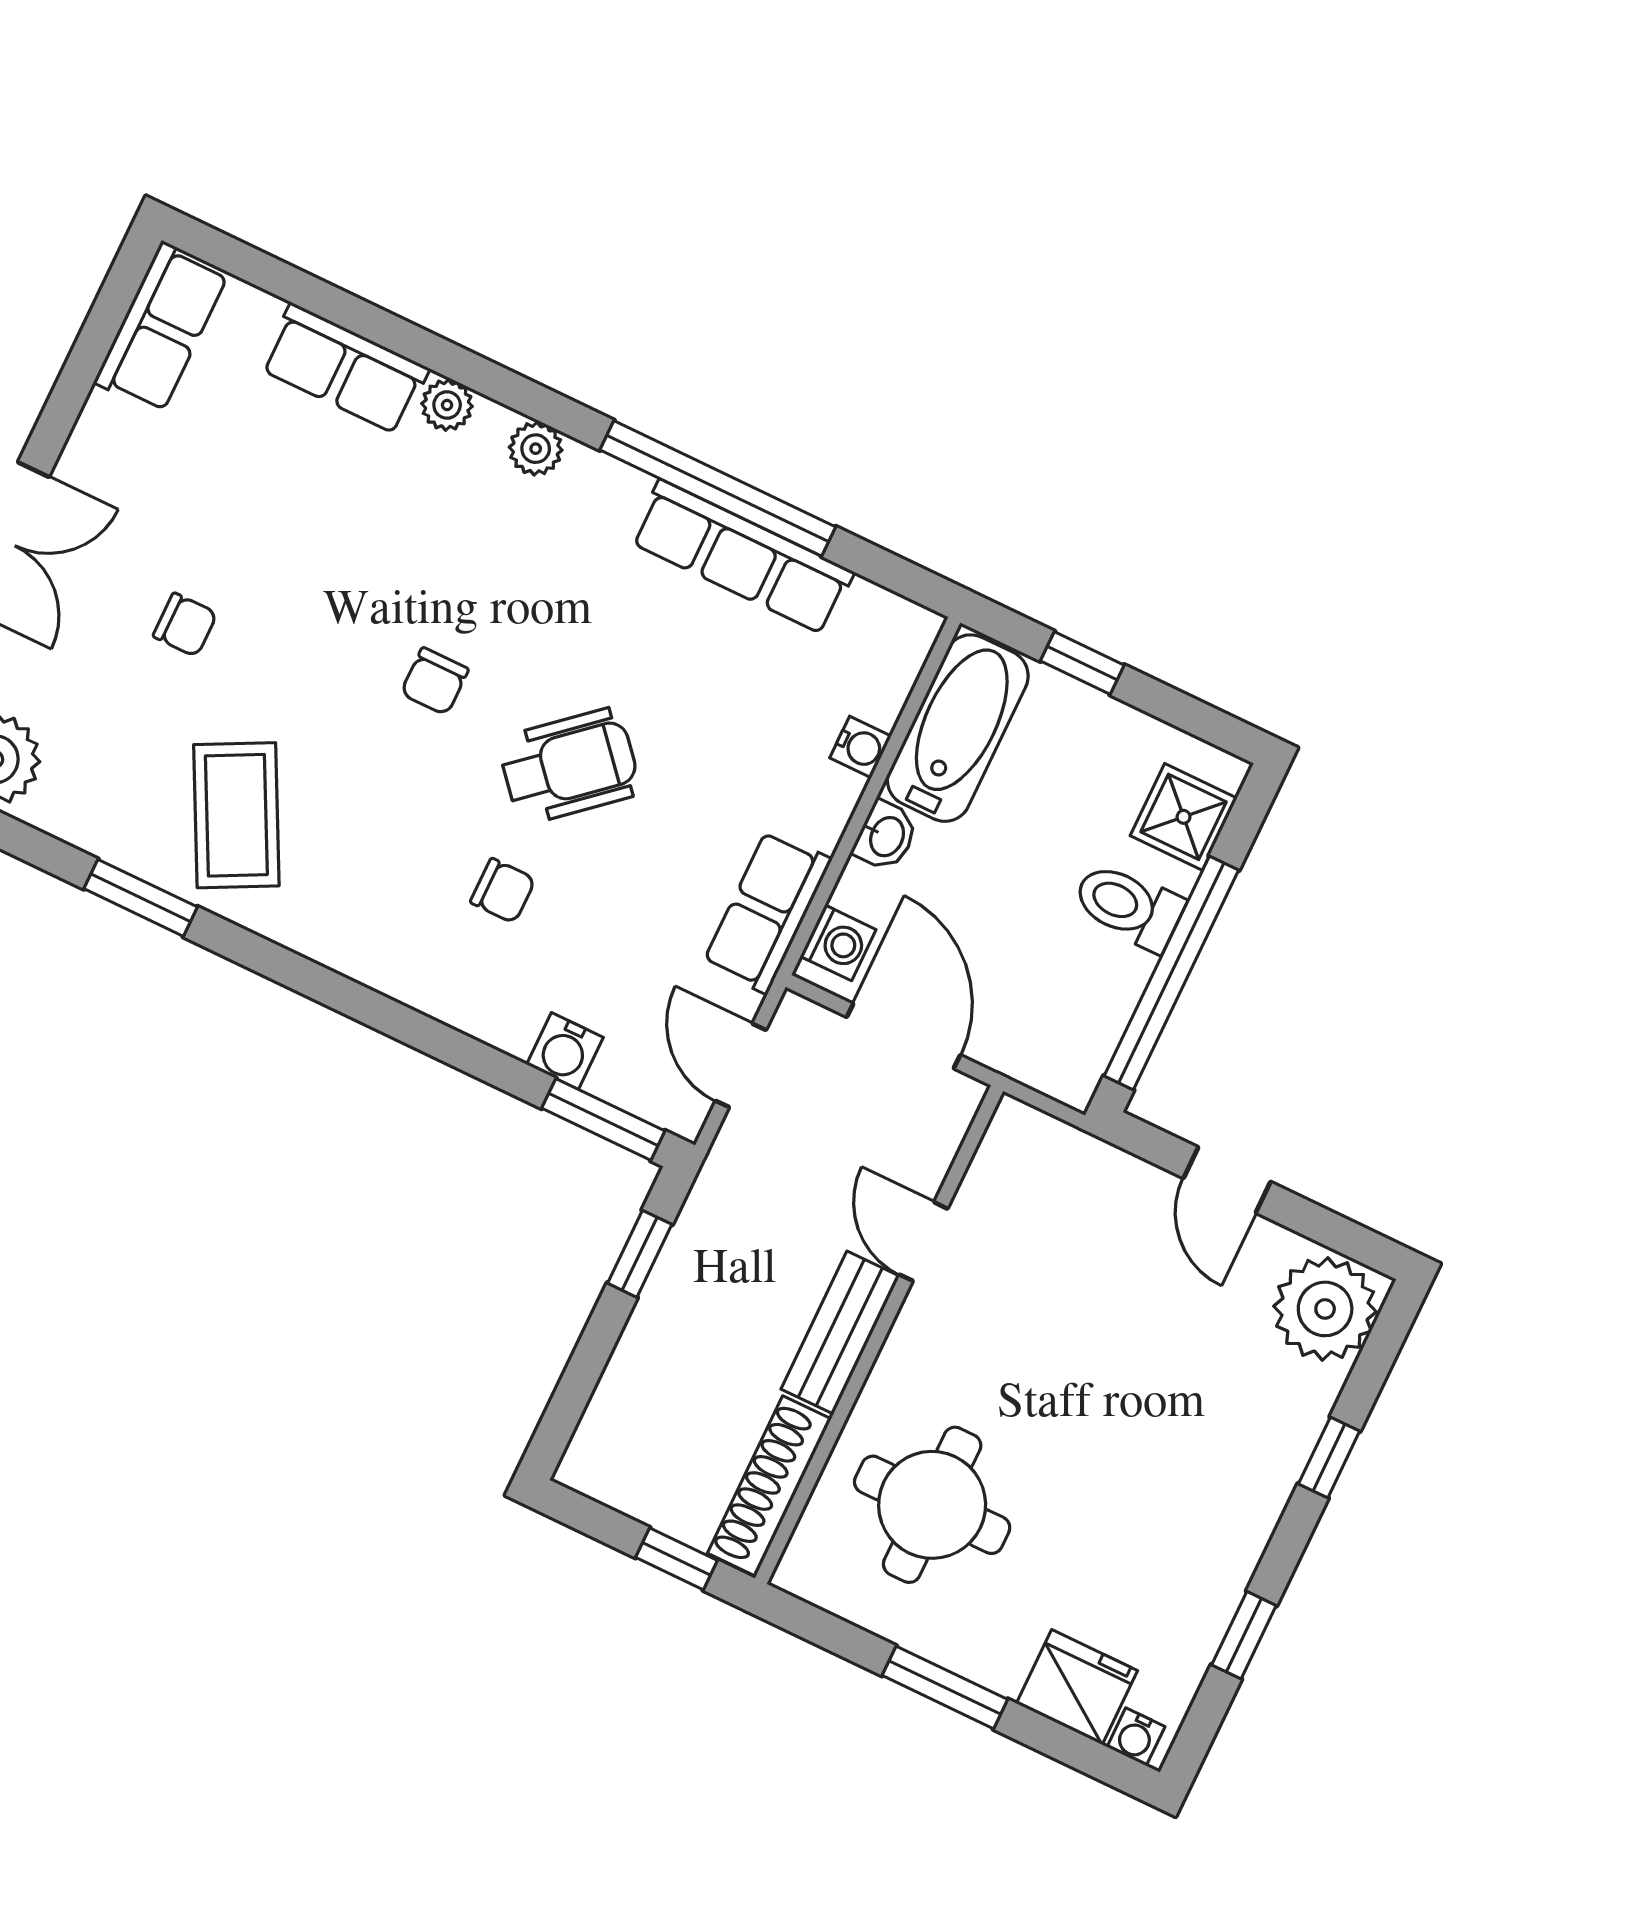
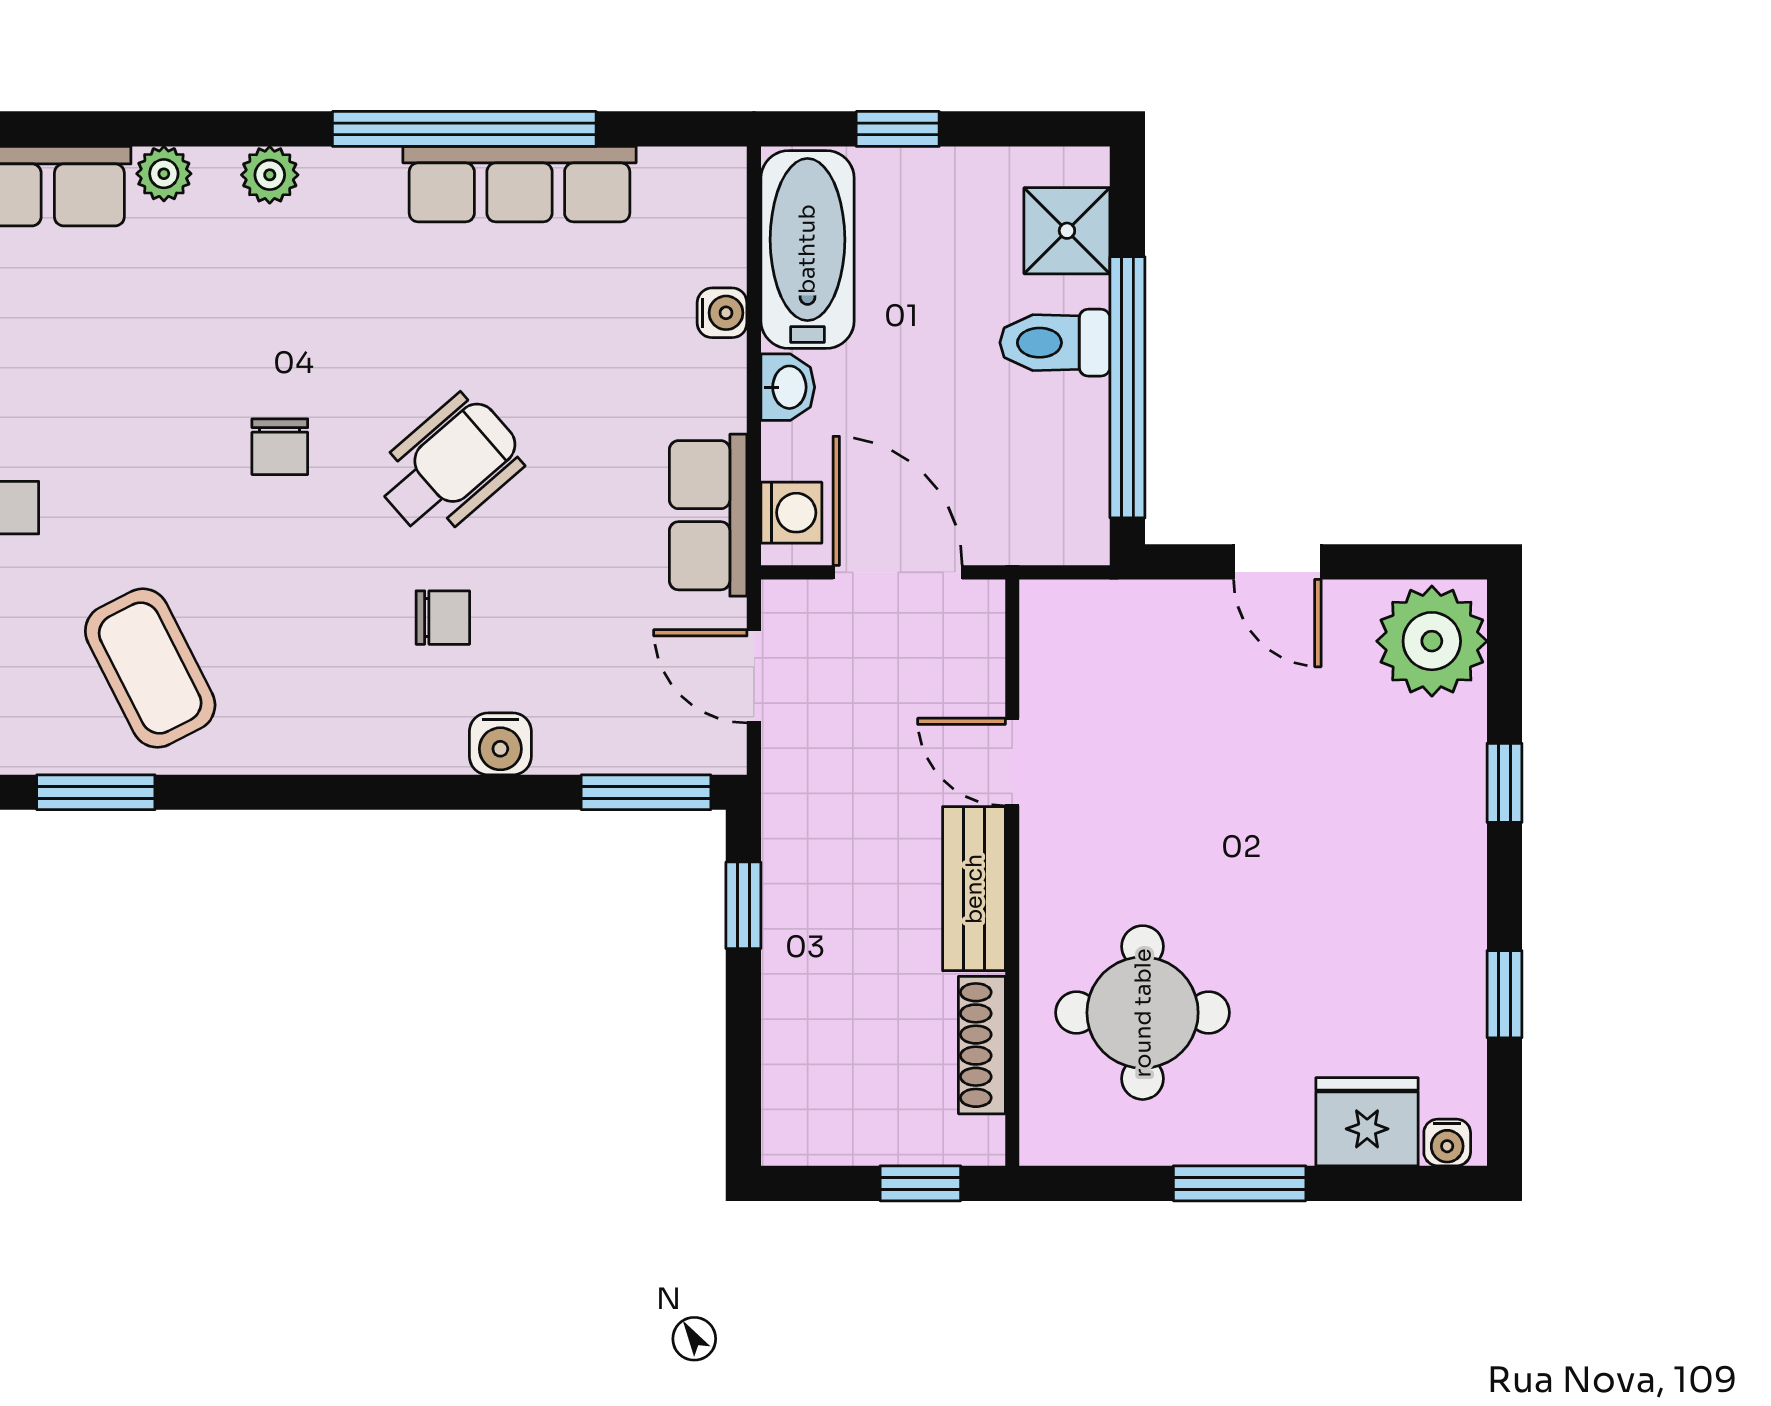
water cooler: (565, 1051) -> (500, 744), moved
shoe rack: (769, 1486) -> (982, 1045), width x0.74, depth x0.81

